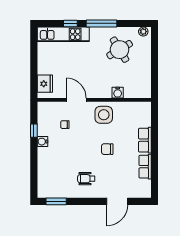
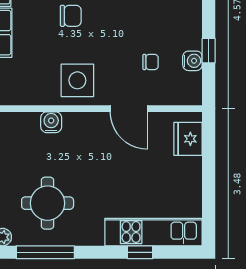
window: (102, 23) -> (45, 252), moved
round table: (120, 50) -> (48, 203), turned 31
water cooler: (43, 142) -> (192, 61), moved

